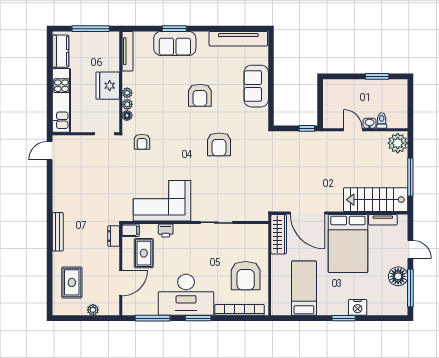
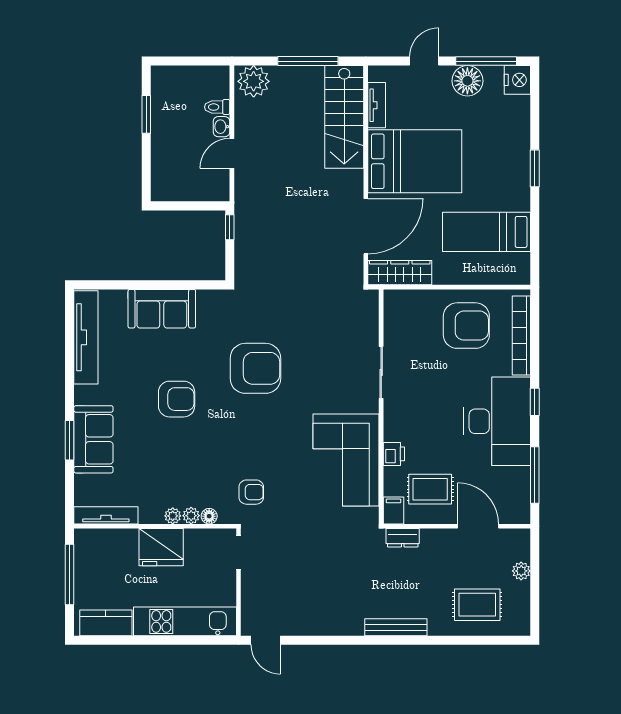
armchair: (219, 144) -> (255, 368), width x1.36, depth x1.36
nightstand: (358, 307) -> (517, 80), moved
window: (198, 318) -> (535, 402), width x0.67

